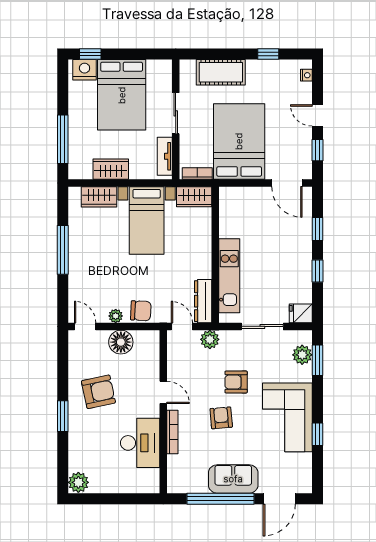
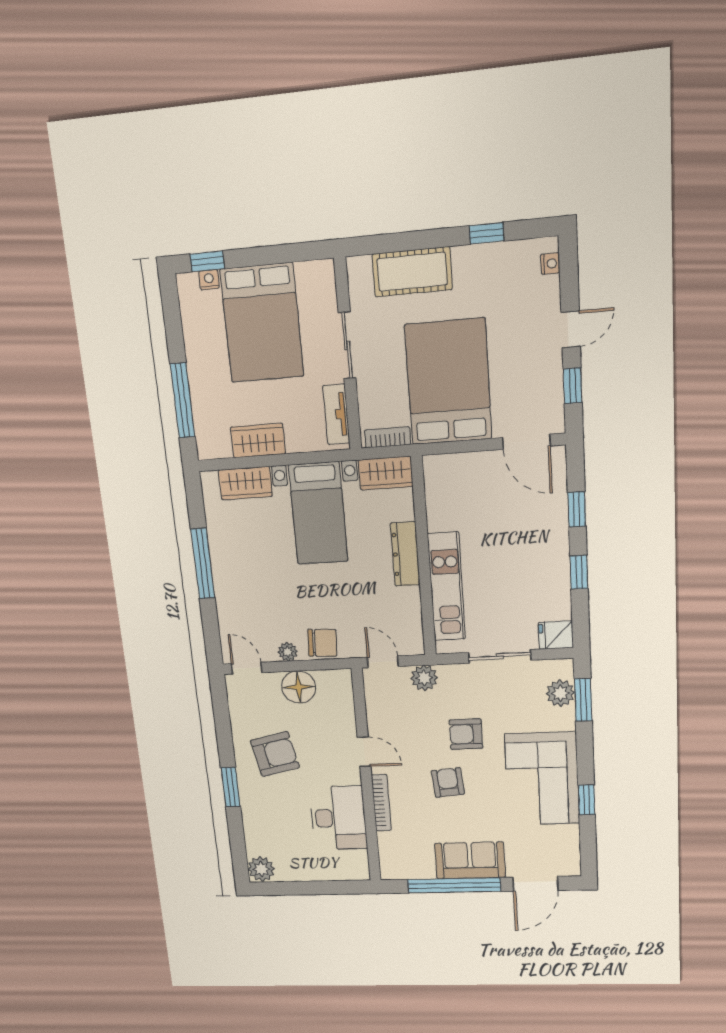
nightstand: (85, 70) -> (209, 280), width x0.53, depth x0.56
door: (317, 115) -> (571, 329), swing flipped
dresser: (203, 301) -> (405, 554), moved

